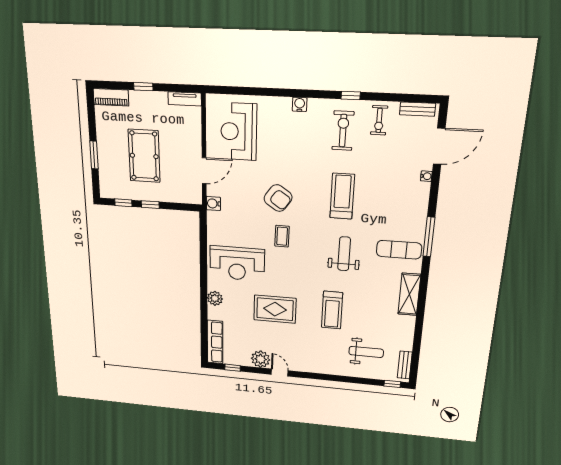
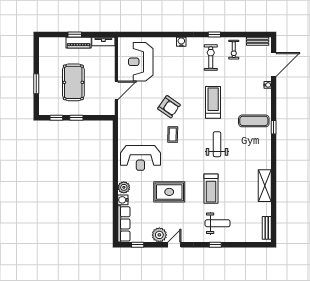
piano: (111, 97) -> (79, 43), moved
water cooler: (213, 203) -> (123, 200), moved
window: (429, 237) -> (274, 127), width x0.46
exercise mat: (399, 250) -> (254, 121), moved
shelving: (409, 294) -> (265, 186), moved
weight bench: (366, 352) -> (218, 223), moved
door: (280, 372) -> (174, 245), hinge flipped
window: (392, 384) -> (215, 245), moved

